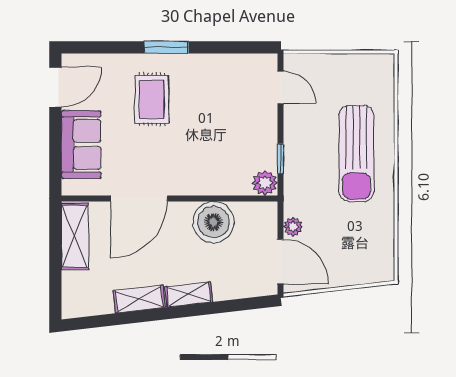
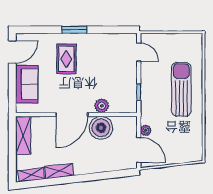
sun lounger: (356, 153) -> (181, 89), turned 180
plant: (265, 183) -> (102, 106), moved
door: (139, 198) -> (72, 115), moved
shelving: (189, 294) -> (32, 175), moved

